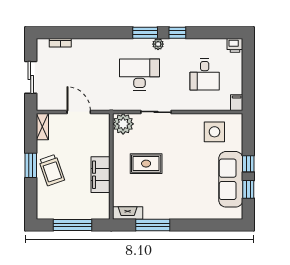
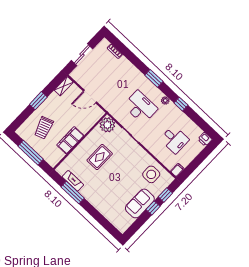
window: (145, 33) -> (154, 78), moved
desk: (205, 74) -> (175, 140), turned -90
door: (79, 112) -> (90, 97), swing flipped
rug: (146, 164) -> (100, 157), turned 90
trolley: (52, 170) -> (44, 128), moved
sofa: (231, 179) -> (140, 203), width x0.73
window: (248, 189) -> (165, 195), moved
fireplace: (128, 213) -> (73, 181), moved

